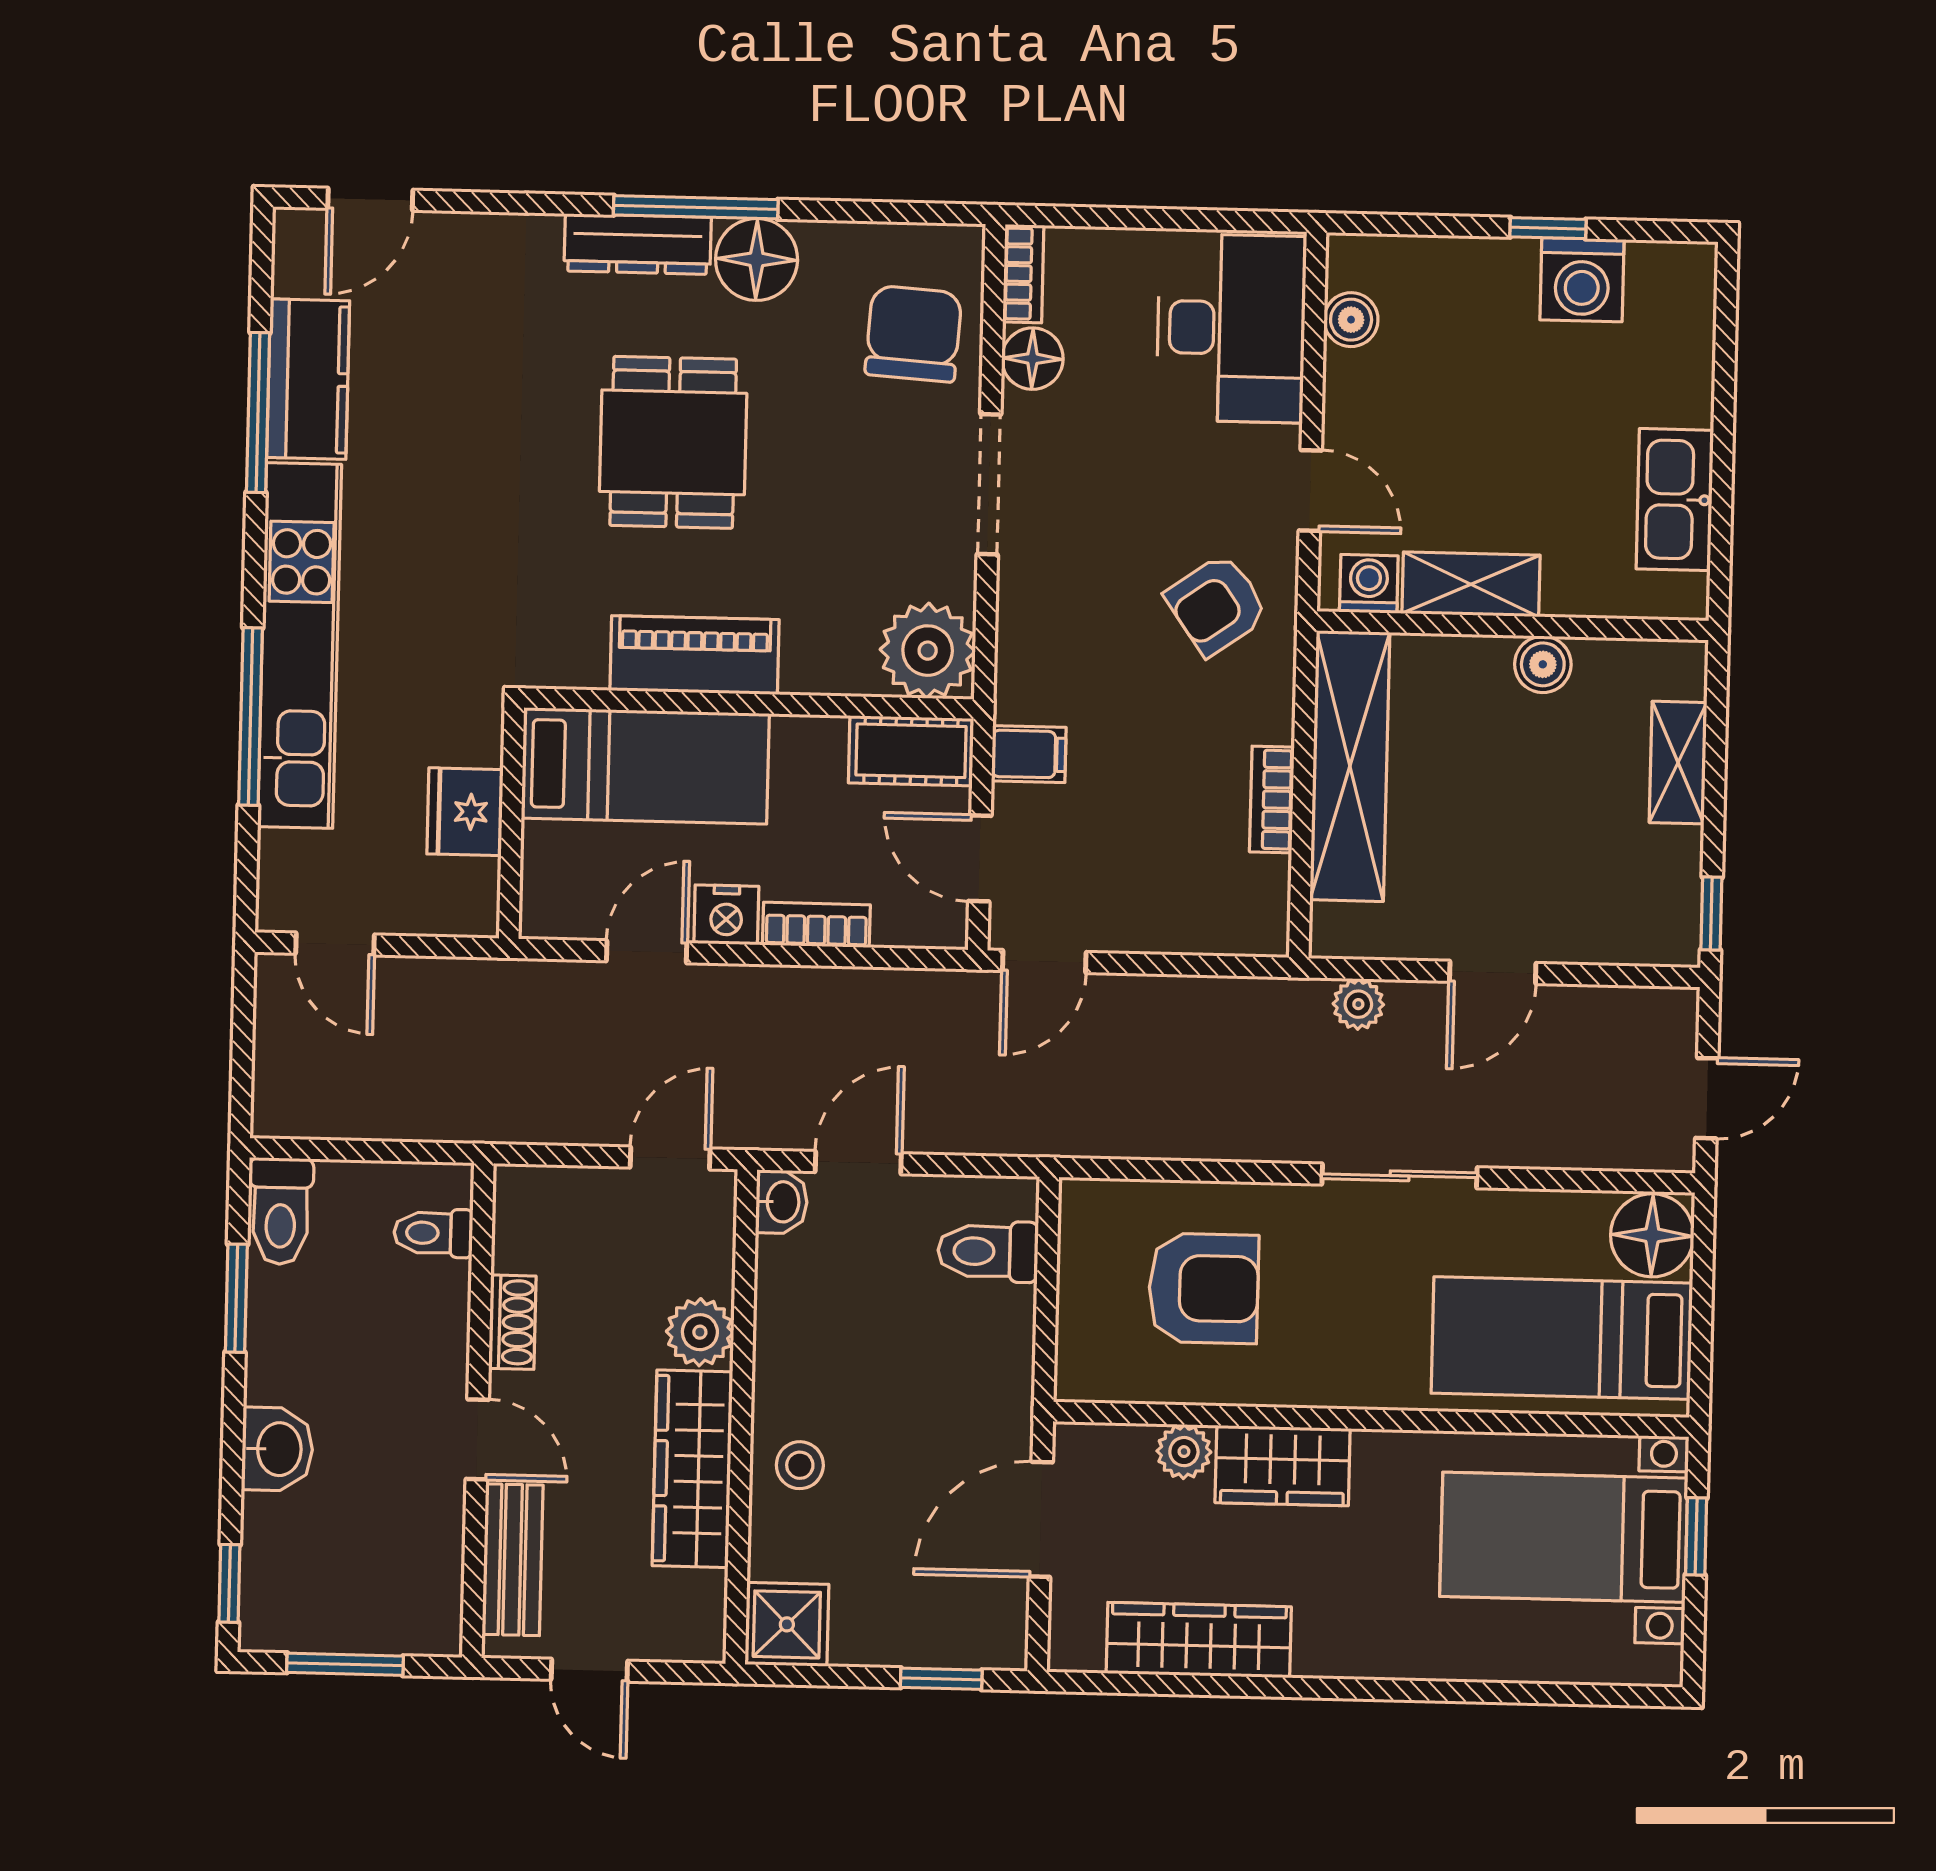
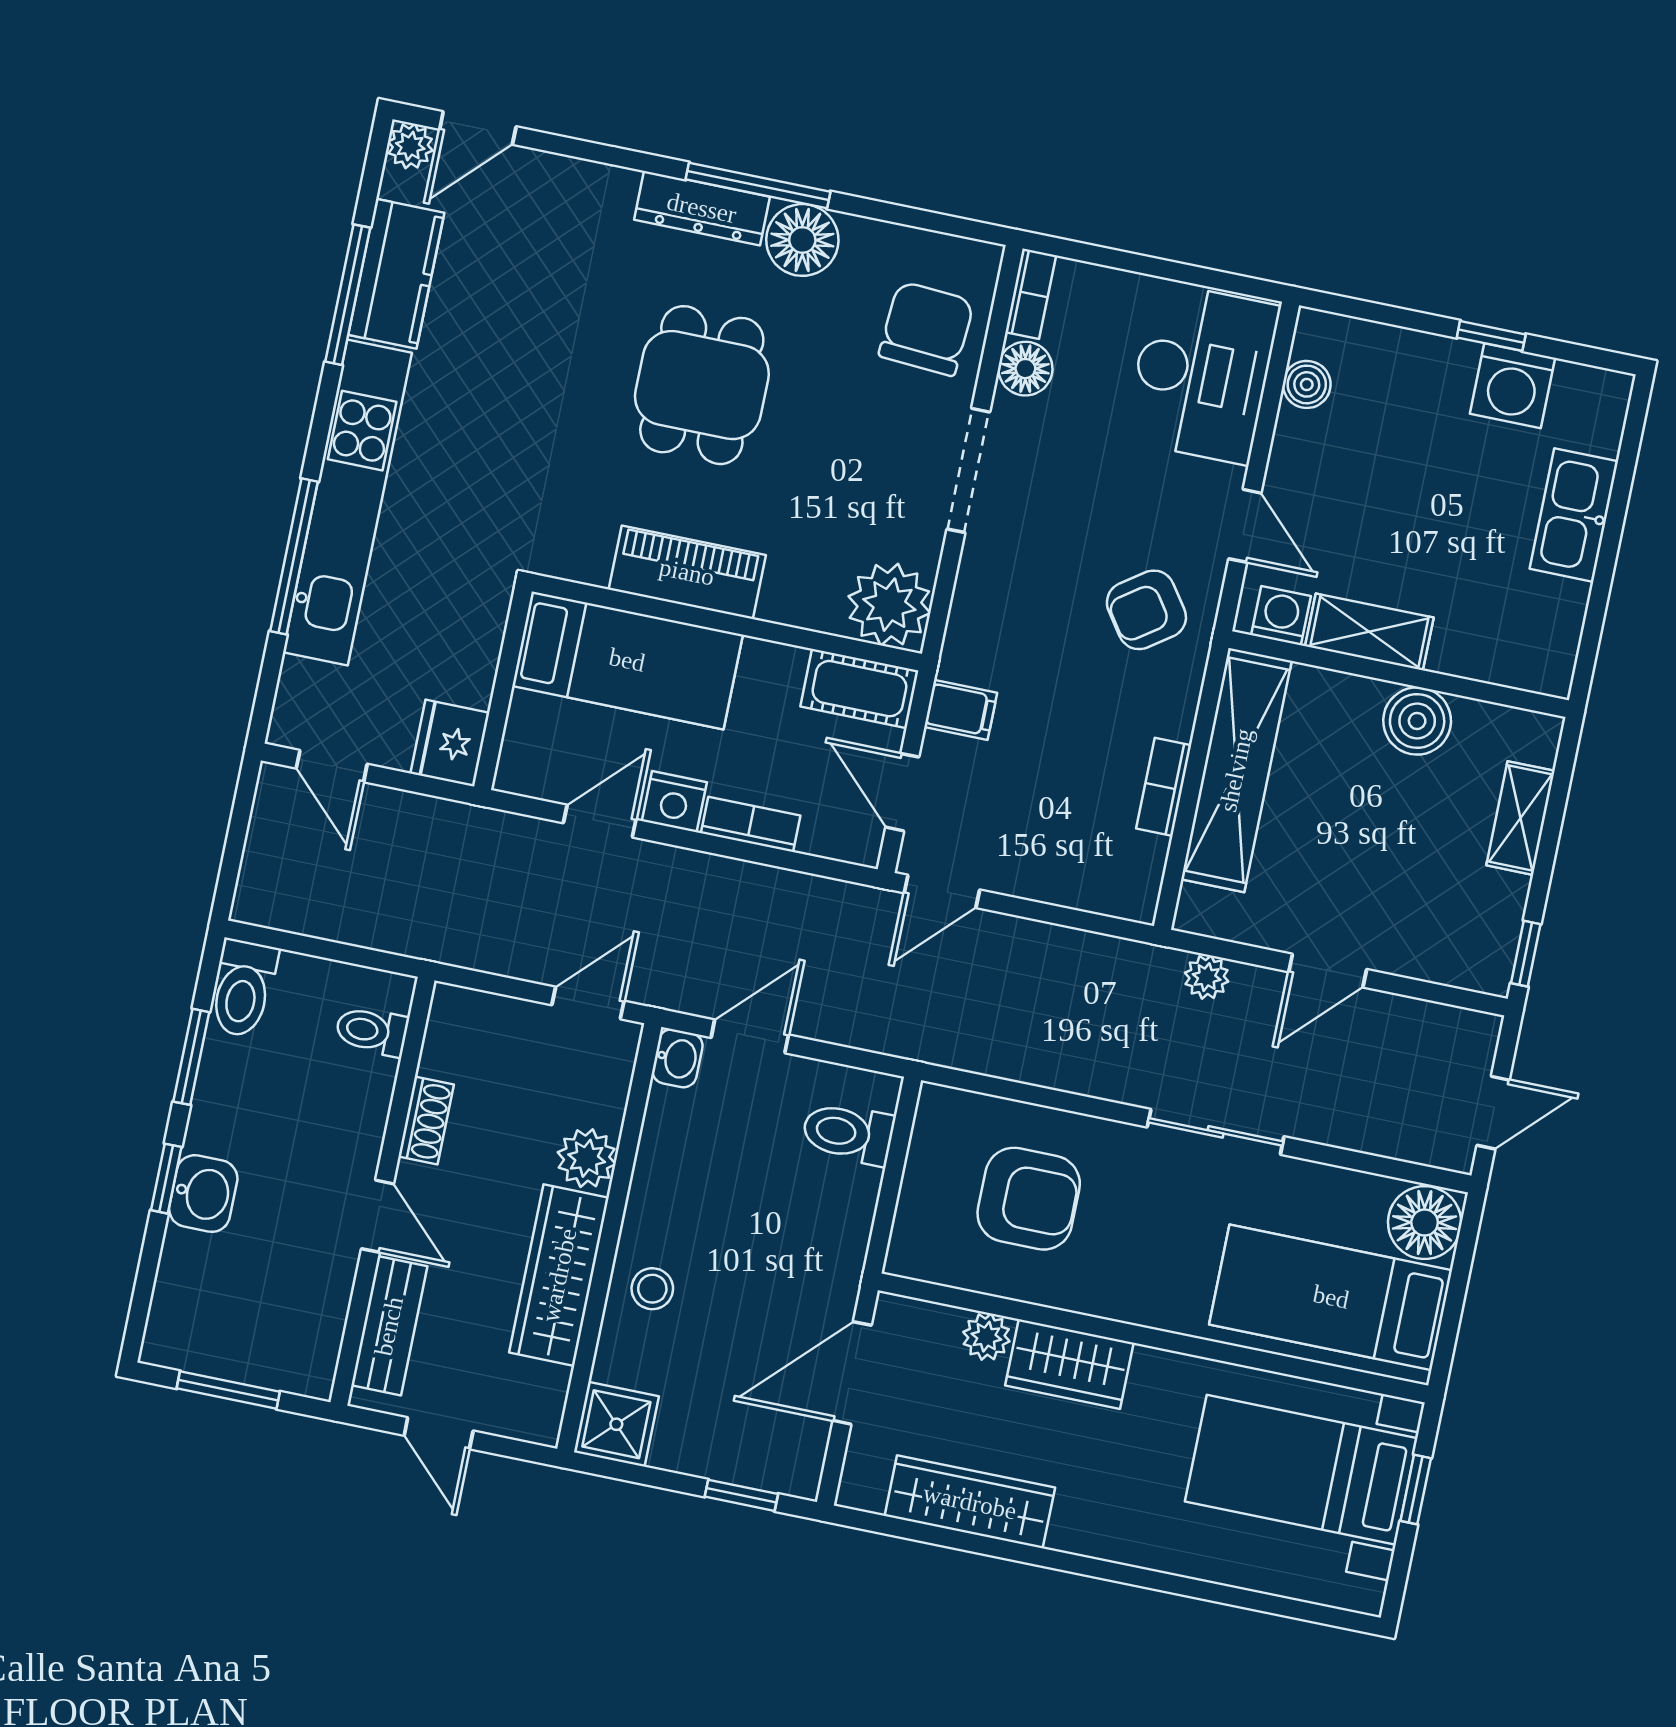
plant: (298, 233) -> (410, 146), added
kitchen sink: (1675, 500) -> (1574, 515), moved
boiler: (1543, 664) -> (1417, 721), width x1.36, depth x1.36
fridge: (465, 812) -> (450, 743), moved
window: (229, 1583) -> (166, 1179), moved

